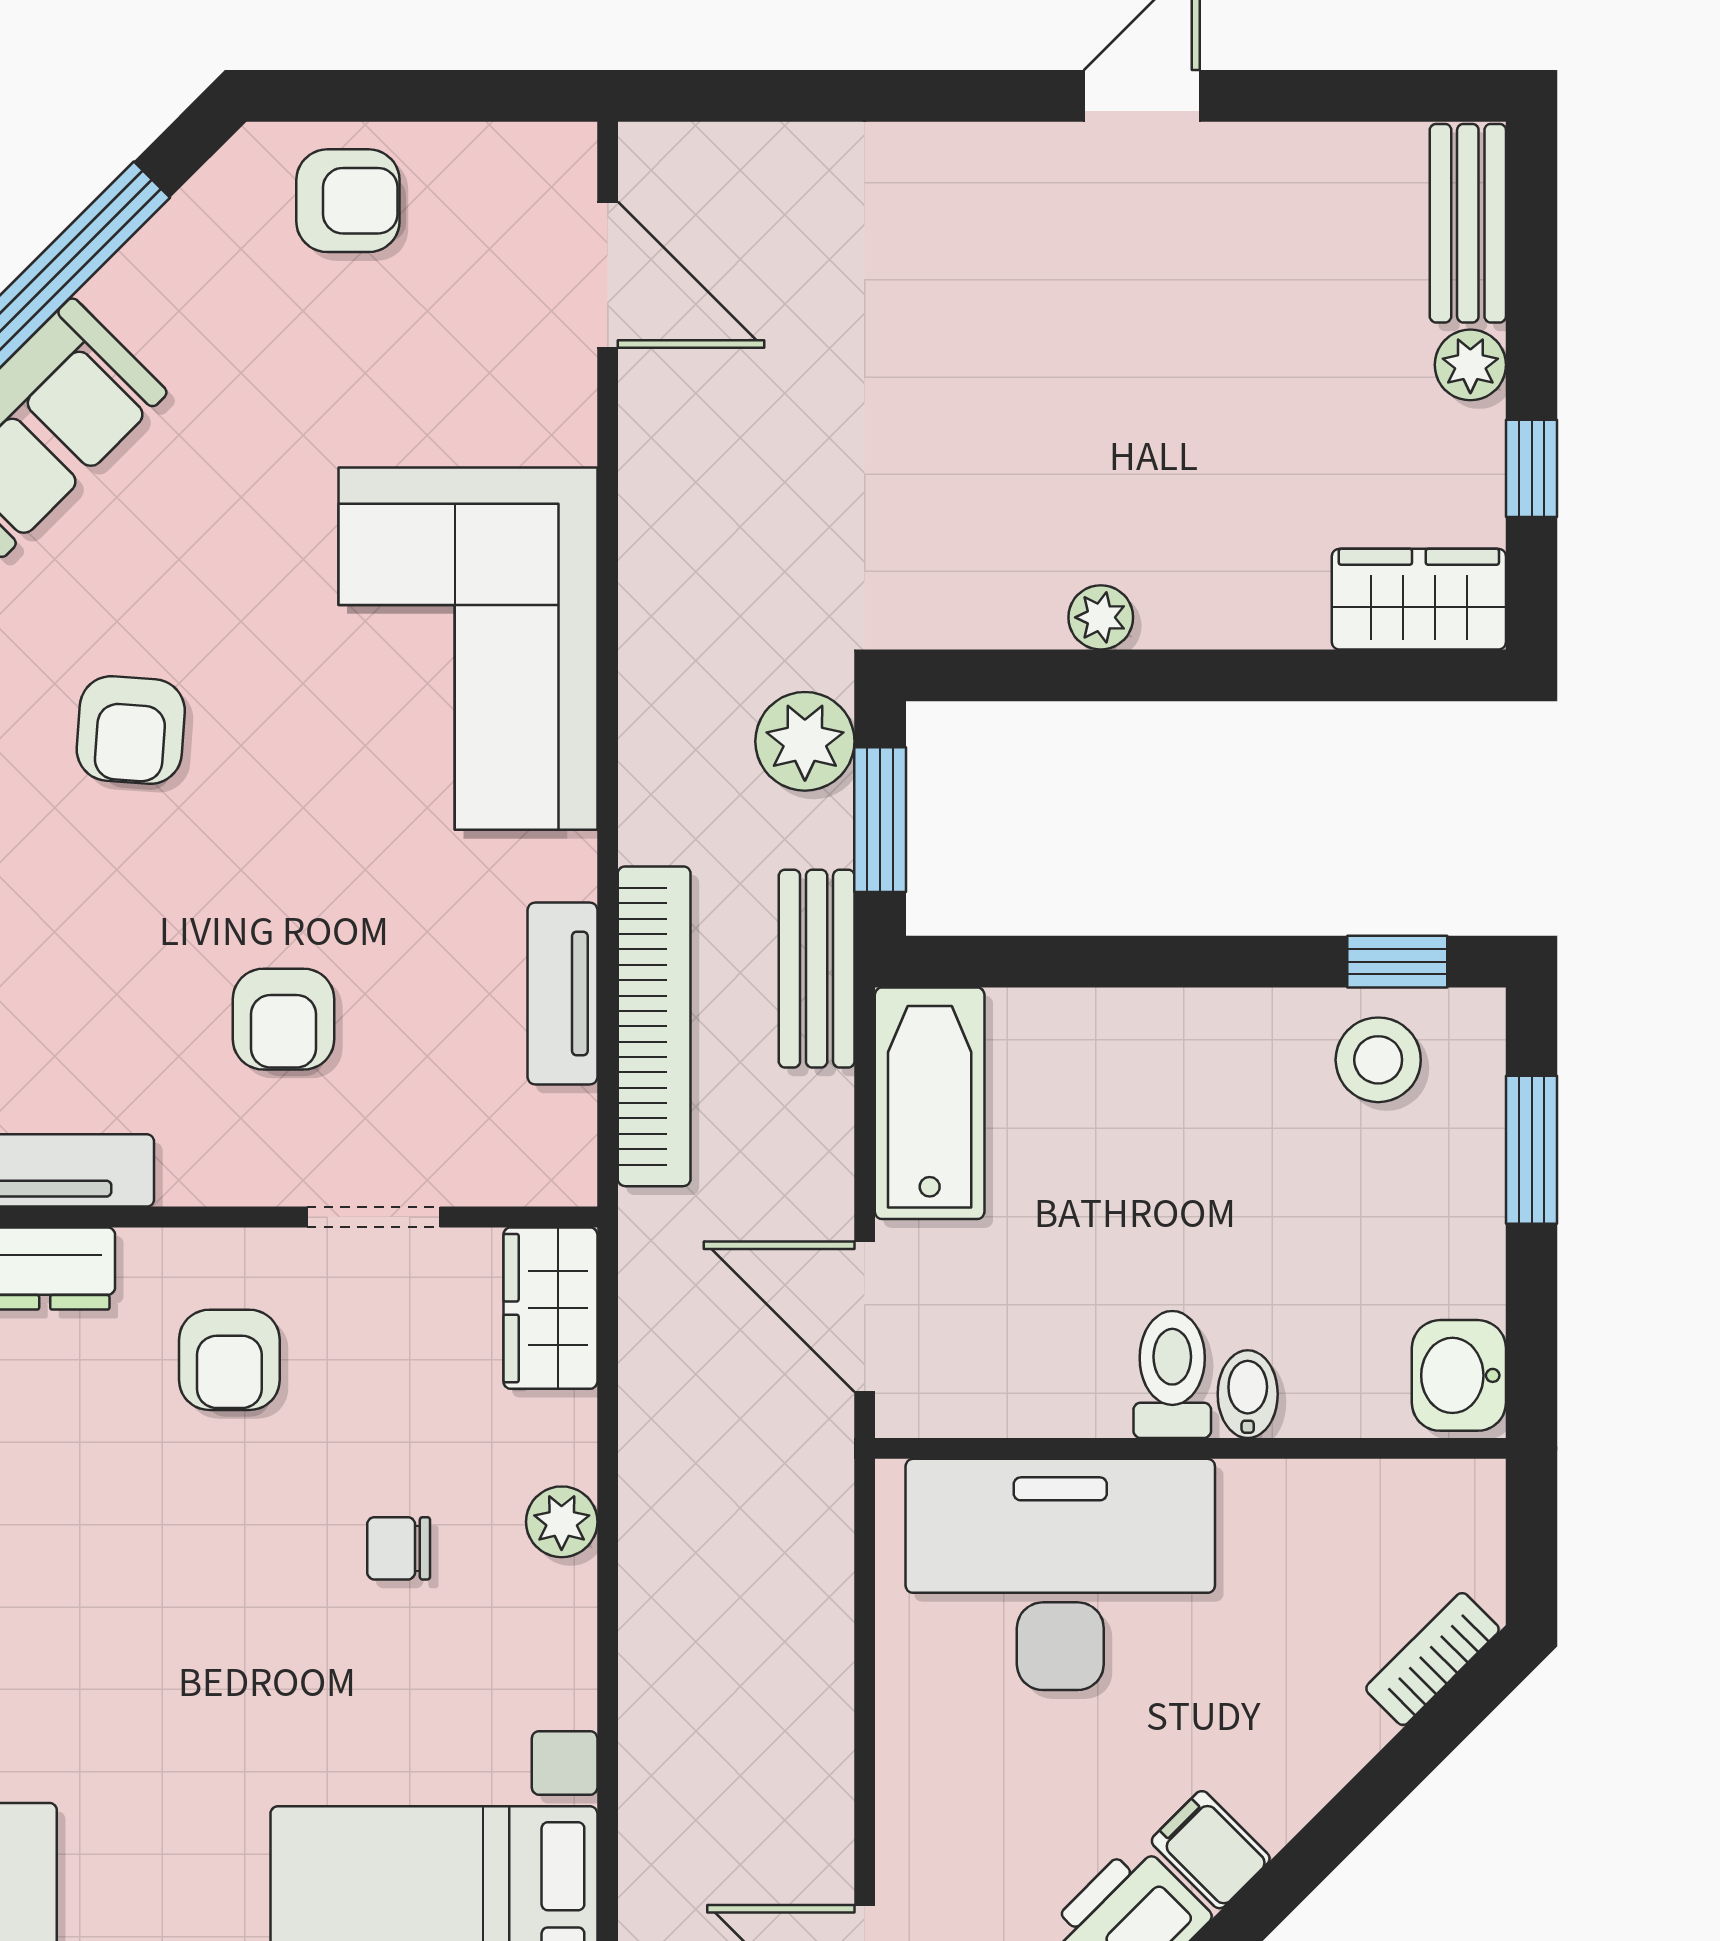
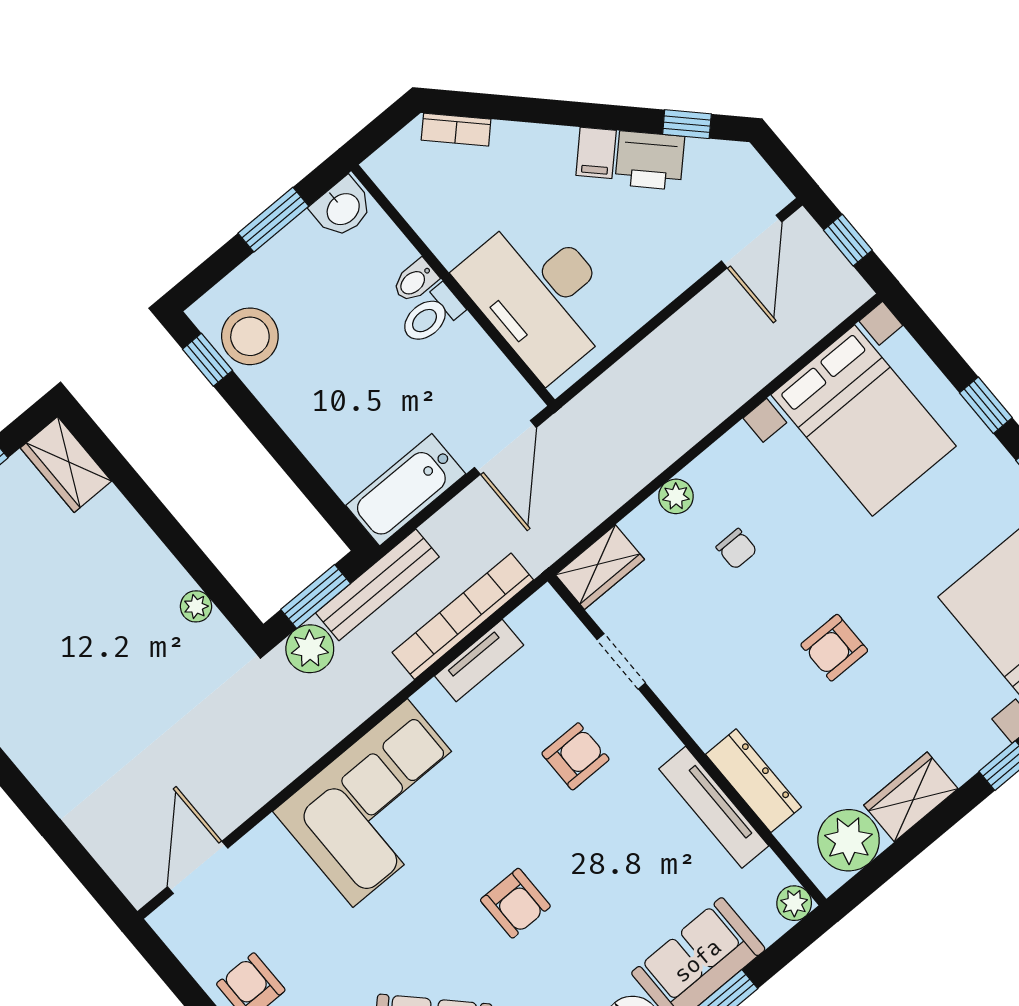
plant: (1101, 617) -> (196, 606), moved
armchair: (131, 730) -> (515, 903), turned 86
bench: (817, 969) -> (377, 585), width x1.36
stool: (1378, 1060) -> (250, 336), width x1.38, depth x1.38
window: (1532, 1150) -> (273, 220), moved
armchair: (229, 1360) -> (834, 648), moved, turned 180

